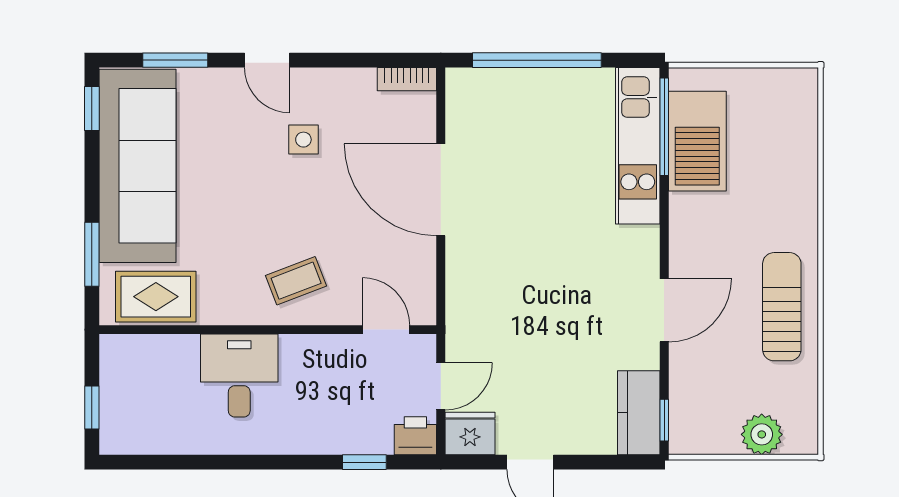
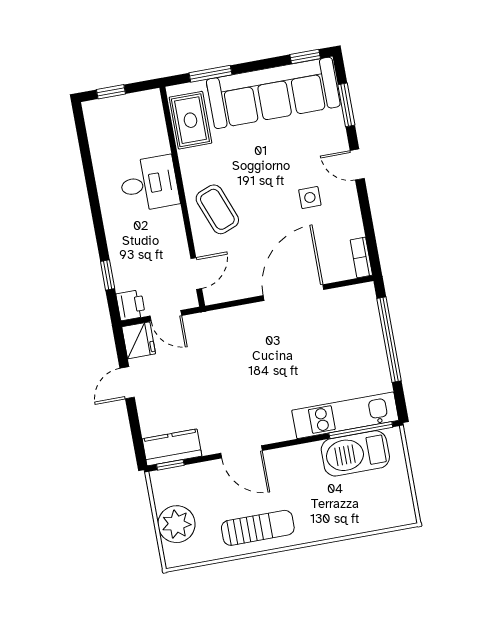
door: (267, 60) -> (357, 164), hinge flipped
coffee table: (296, 281) -> (217, 209), width x1.36, depth x1.30
plant: (762, 434) -> (176, 524), width x1.36, depth x1.36

